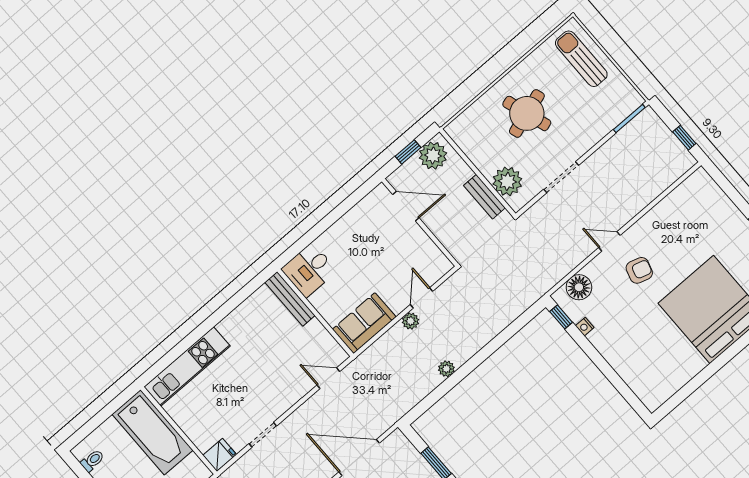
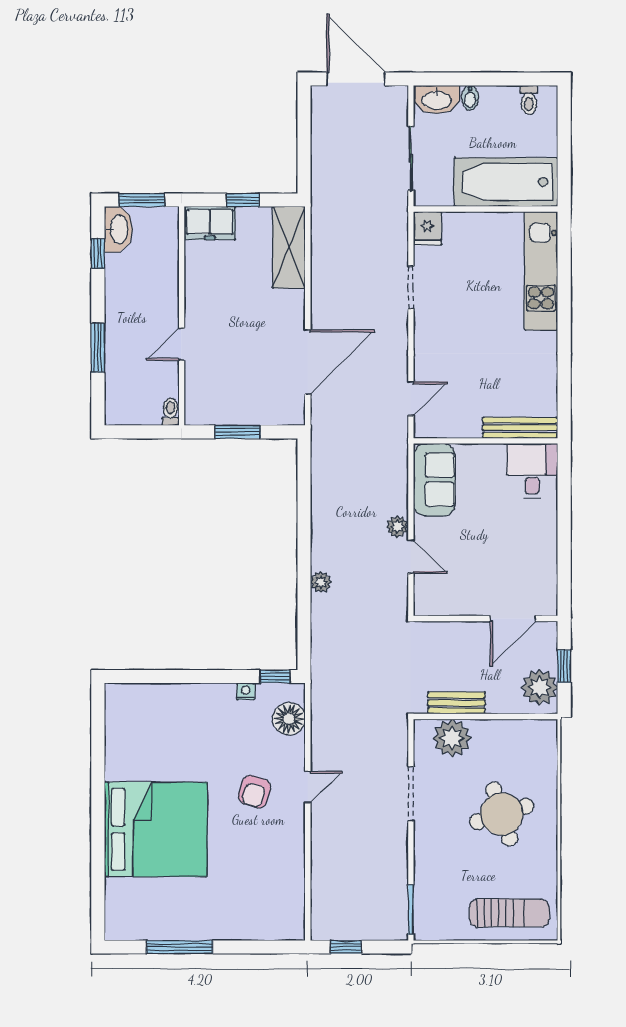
plant: (446, 369) -> (321, 582), moved

